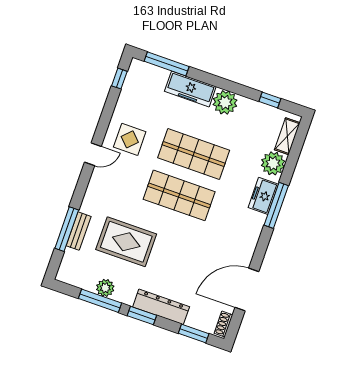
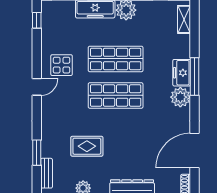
plant: (273, 163) -> (180, 97), moved
window: (67, 229) -> (37, 153), width x0.69
bench: (79, 231) -> (47, 173), moved
rug: (126, 242) -> (87, 146), width x0.73, depth x0.70

